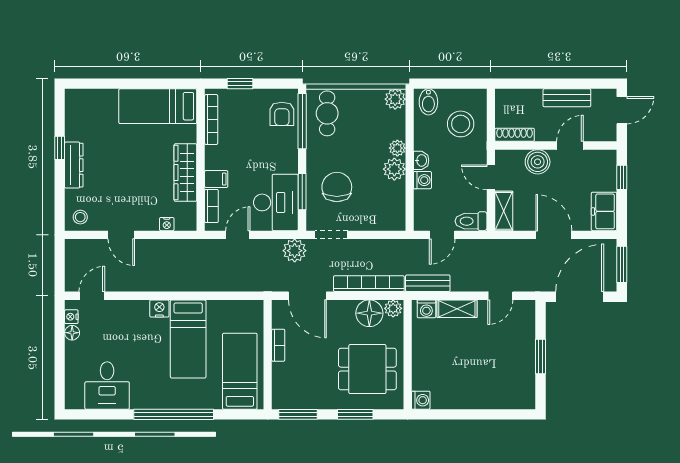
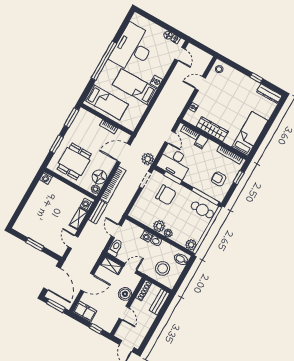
bench: (567, 98) -> (159, 302), moved
armchair: (282, 114) -> (219, 179), moved
dresser: (74, 165) -> (269, 94), moved
desk: (107, 386) -> (133, 48), width x1.87, depth x1.30

